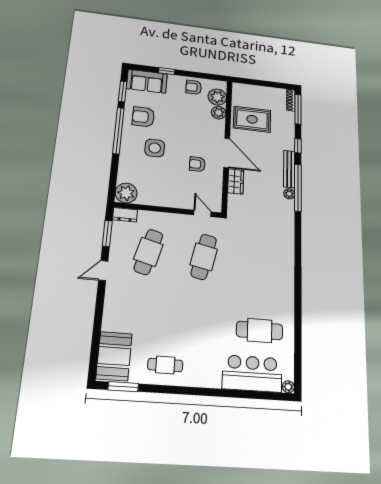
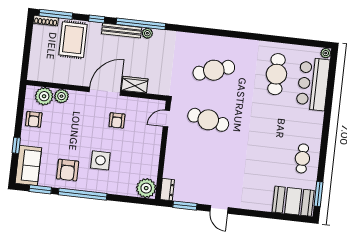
rug: (252, 119) -> (73, 40), moved
cafe table: (148, 252) -> (214, 70), moved, turned -33

